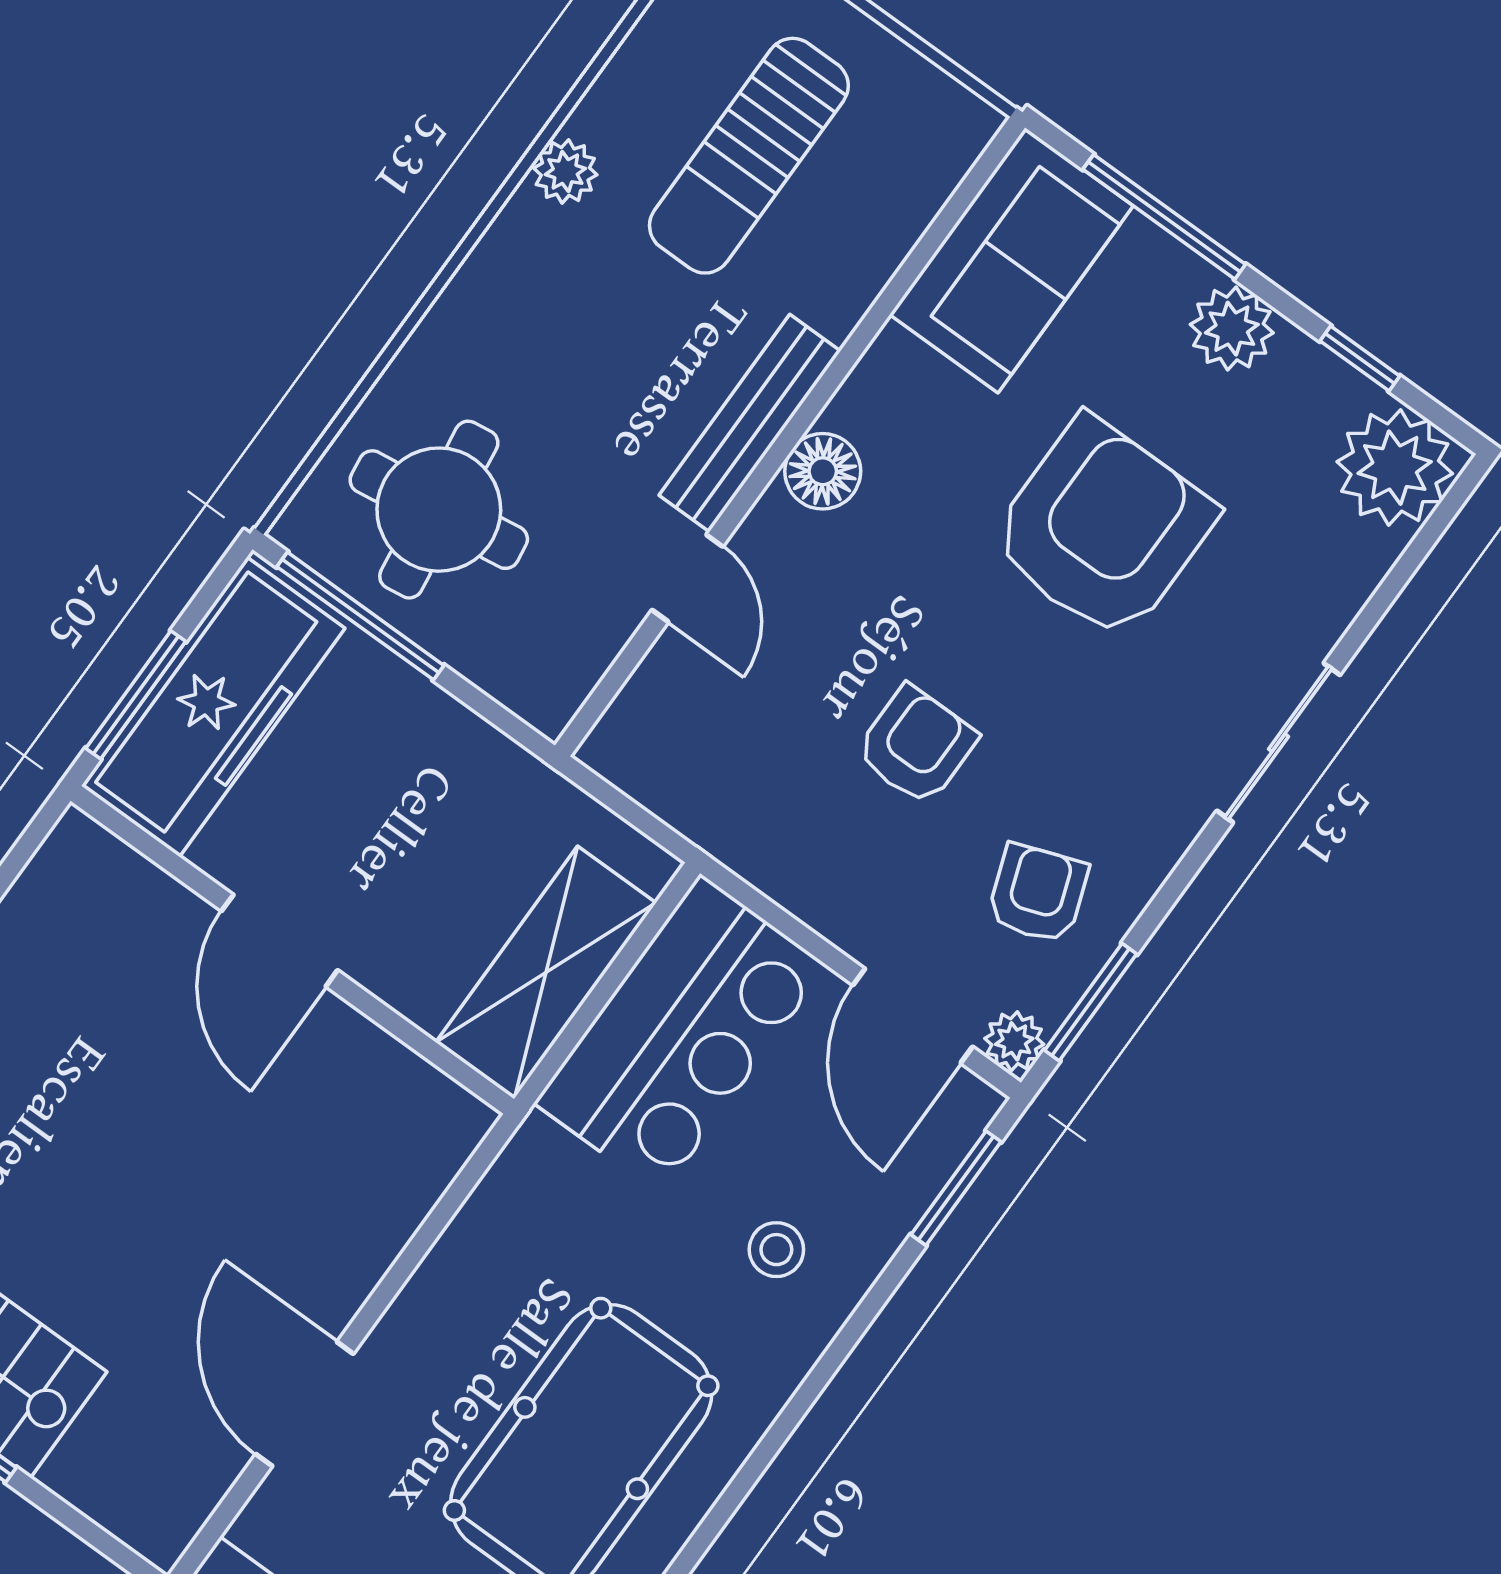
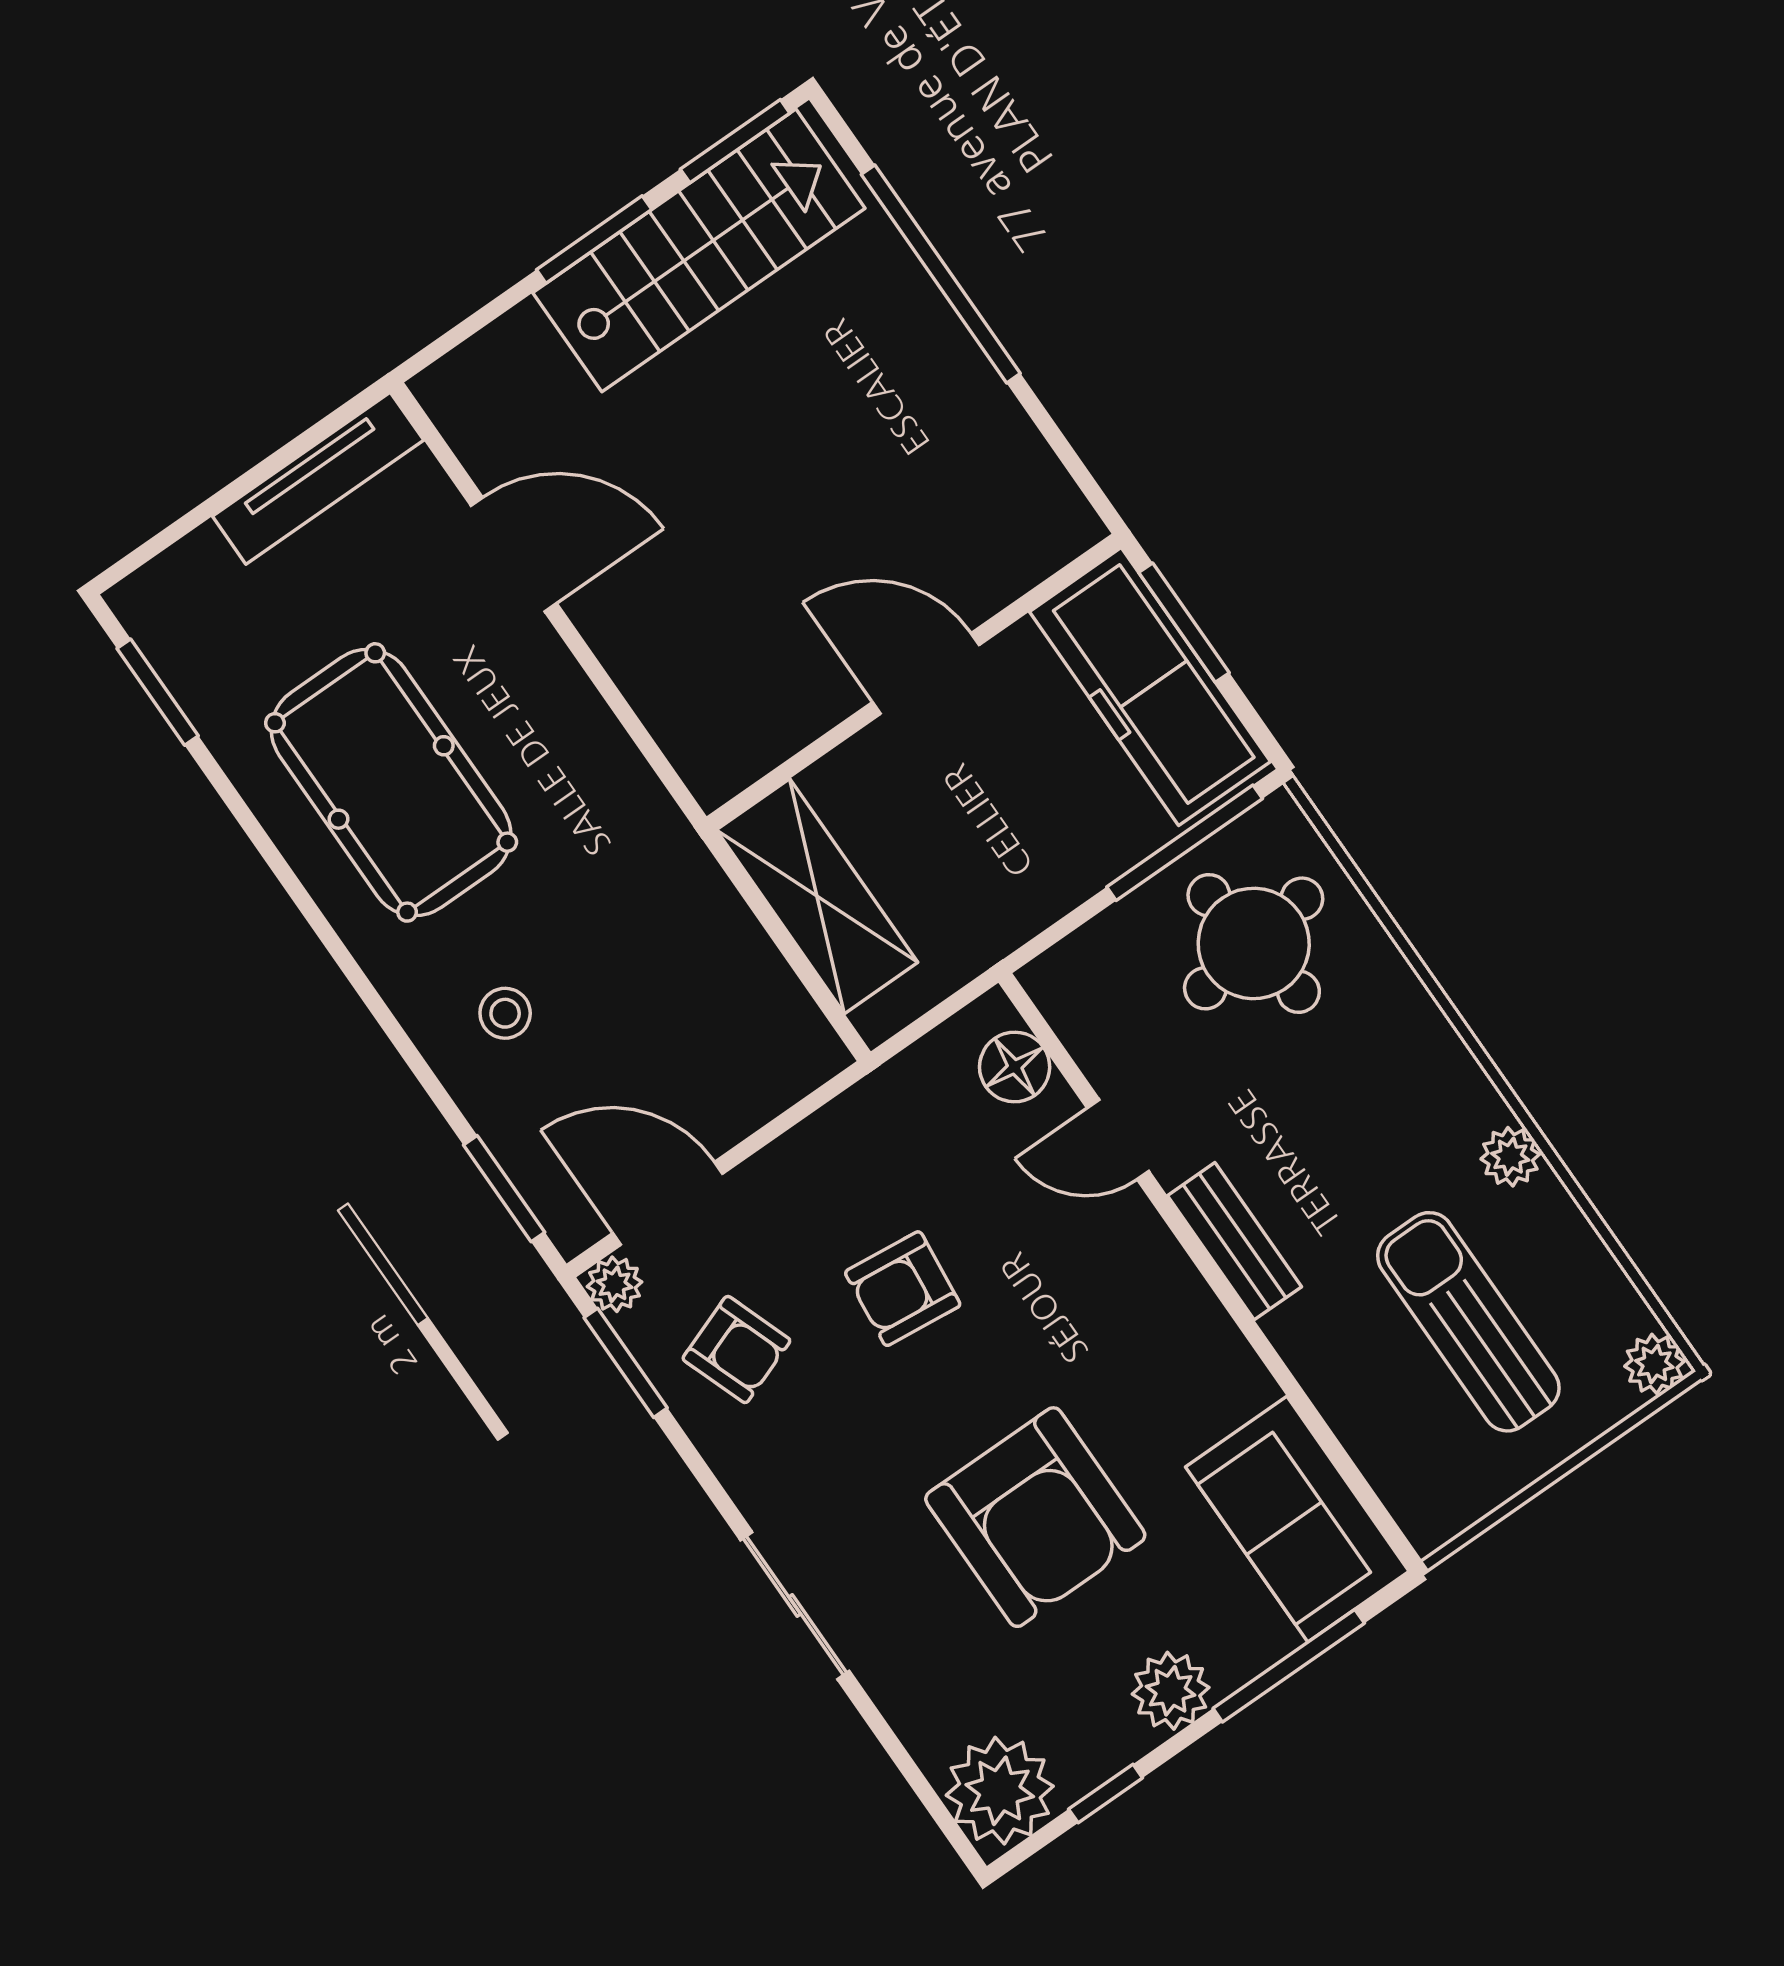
bench: (750, 423) -> (1235, 1241), width x0.73
floor lamp: (823, 471) -> (1015, 1067), moved
armchair: (916, 745) -> (903, 1289), turned 96
bar counter: (681, 1035) -> (722, 995), removed

